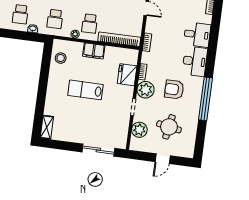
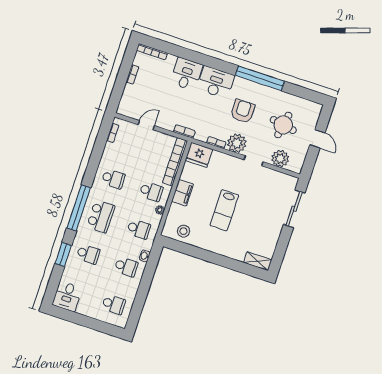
fridge: (127, 75) -> (199, 155), moved
armchair: (174, 89) -> (243, 111), turned 180

